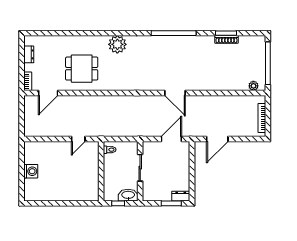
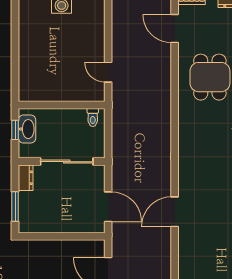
sliding door: (140, 168) -> (67, 162), width x1.37
washbasin: (128, 195) -> (27, 129), moved
dresser: (181, 196) -> (26, 178), moved

